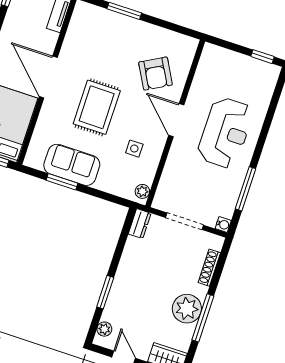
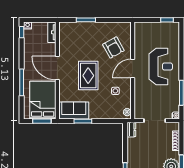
door: (176, 120) -> (133, 69), hinge flipped
sofa: (72, 165) -> (74, 110), moved

